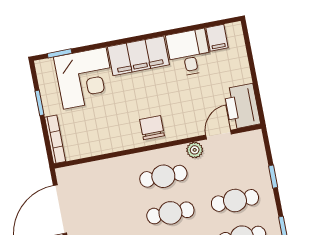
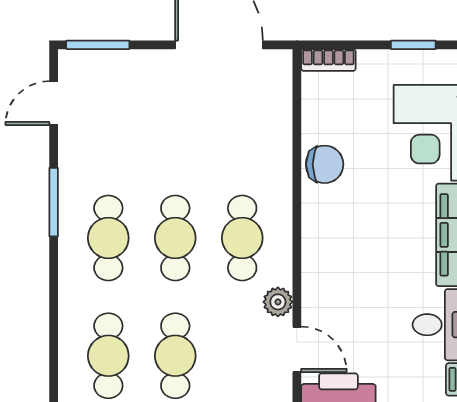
chair: (152, 128) -> (325, 164), moved
bookcase: (55, 139) -> (328, 60), width x0.64

